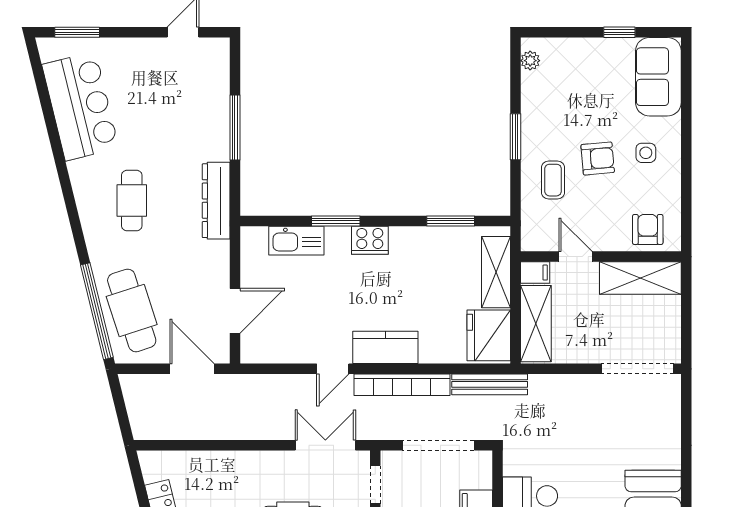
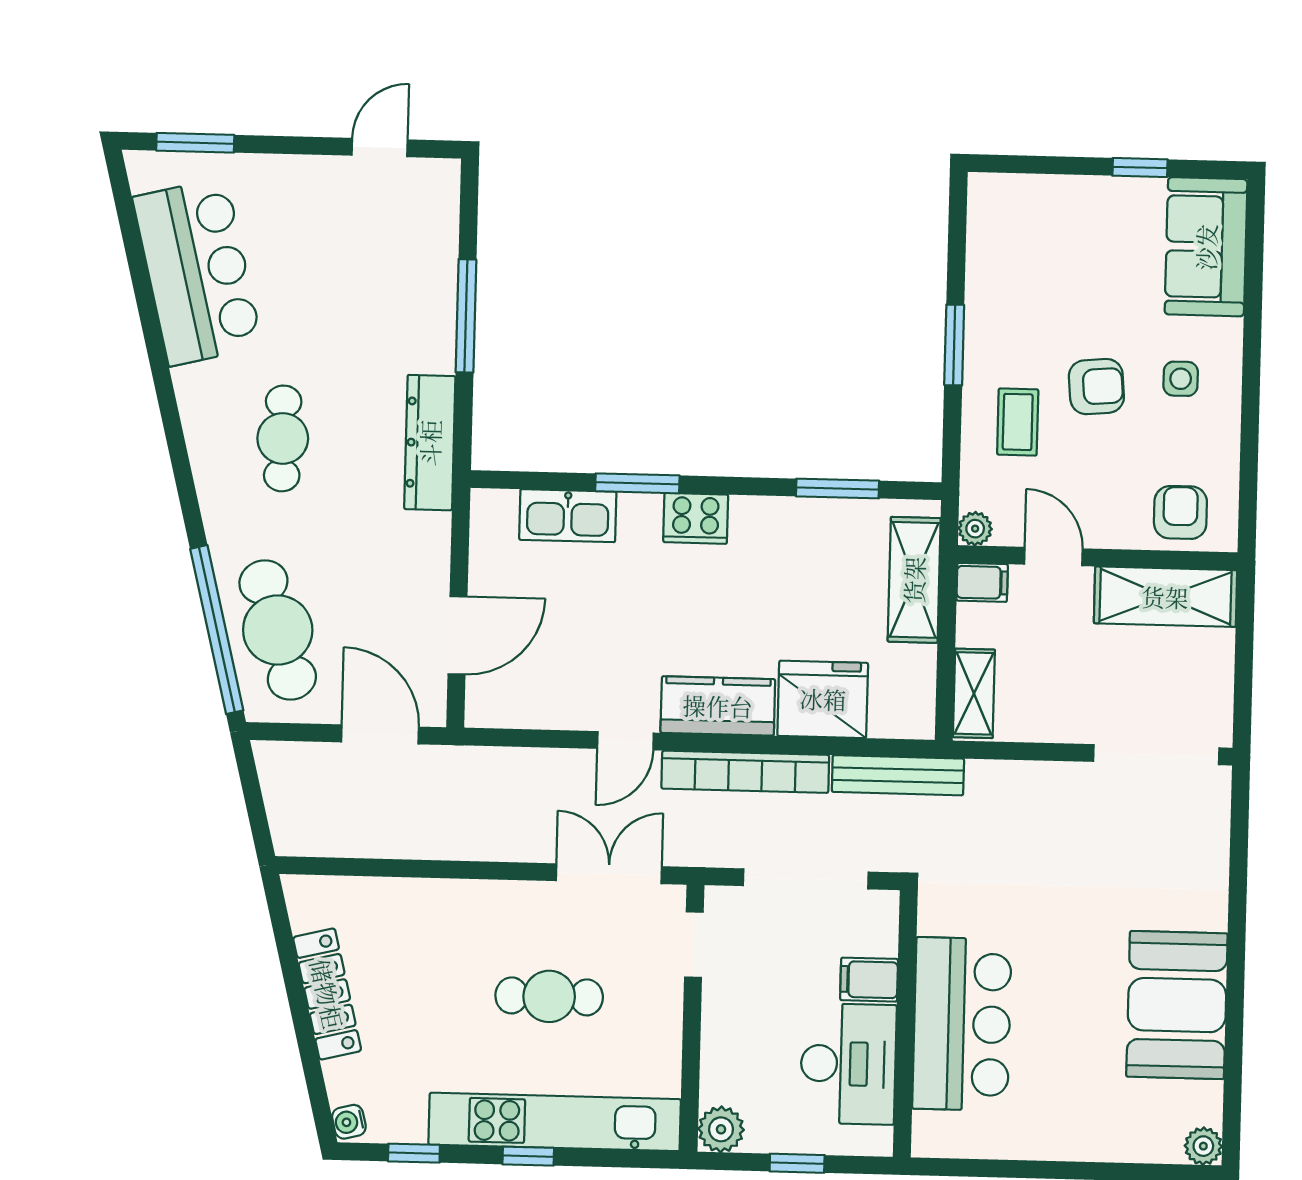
plant: (530, 61) -> (975, 529), moved
shelving: (536, 324) -> (974, 693), width x0.67, depth x0.75
fridge: (489, 335) -> (823, 699), moved, turned 90

